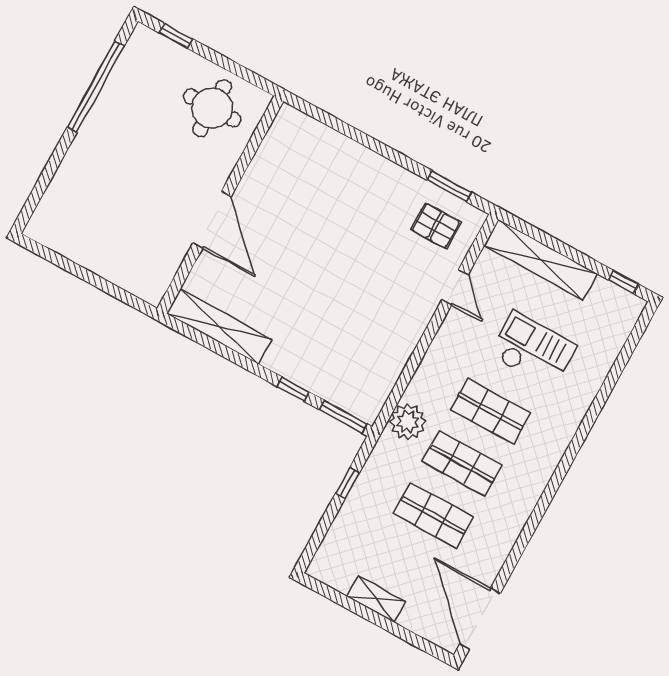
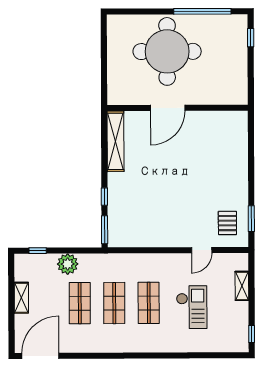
round table: (212, 108) -> (167, 51), moved, width x1.86, depth x1.86
shelving: (541, 260) -> (242, 286), width x0.45, depth x0.75
plant: (408, 422) -> (68, 264), moved
window: (348, 483) -> (38, 251), moved

